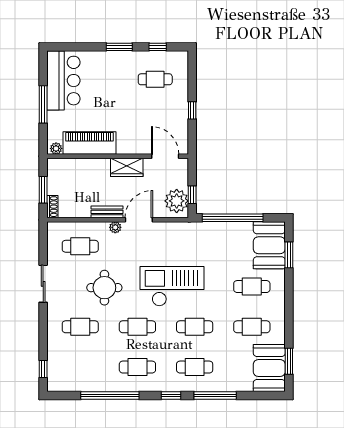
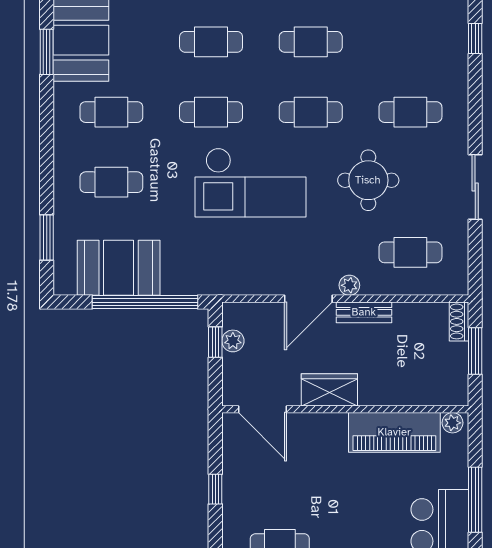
plant: (177, 201) -> (233, 341), width x0.53, depth x0.53
booth: (269, 245) -> (119, 268), moved, turned 90

